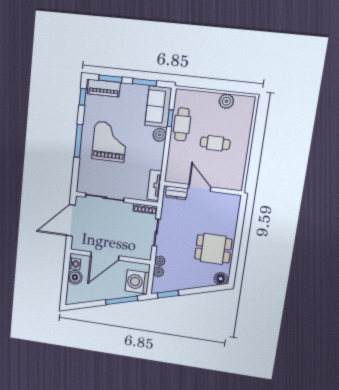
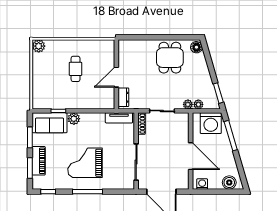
piano: (104, 88) -> (39, 161), moved
plant: (226, 101) -> (39, 46), moved
cafe table: (182, 124) -> (63, 100), removed
boiler: (75, 277) -> (229, 182), moved

